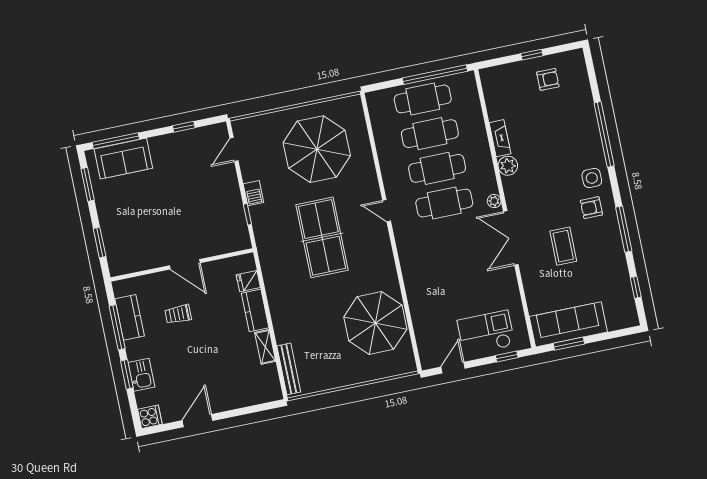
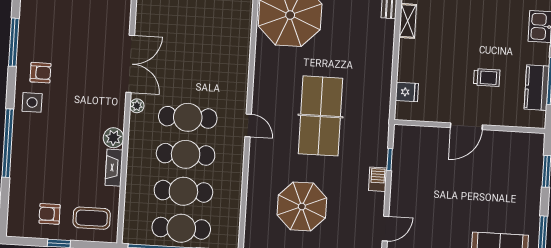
parasol: (317, 149) -> (302, 206), width x0.73, depth x0.73
coffee table: (563, 246) -> (92, 218), moved, turned 90
door: (185, 264) -> (466, 126), swing flipped
kitchen counter: (255, 310) -> (408, 60), removed

